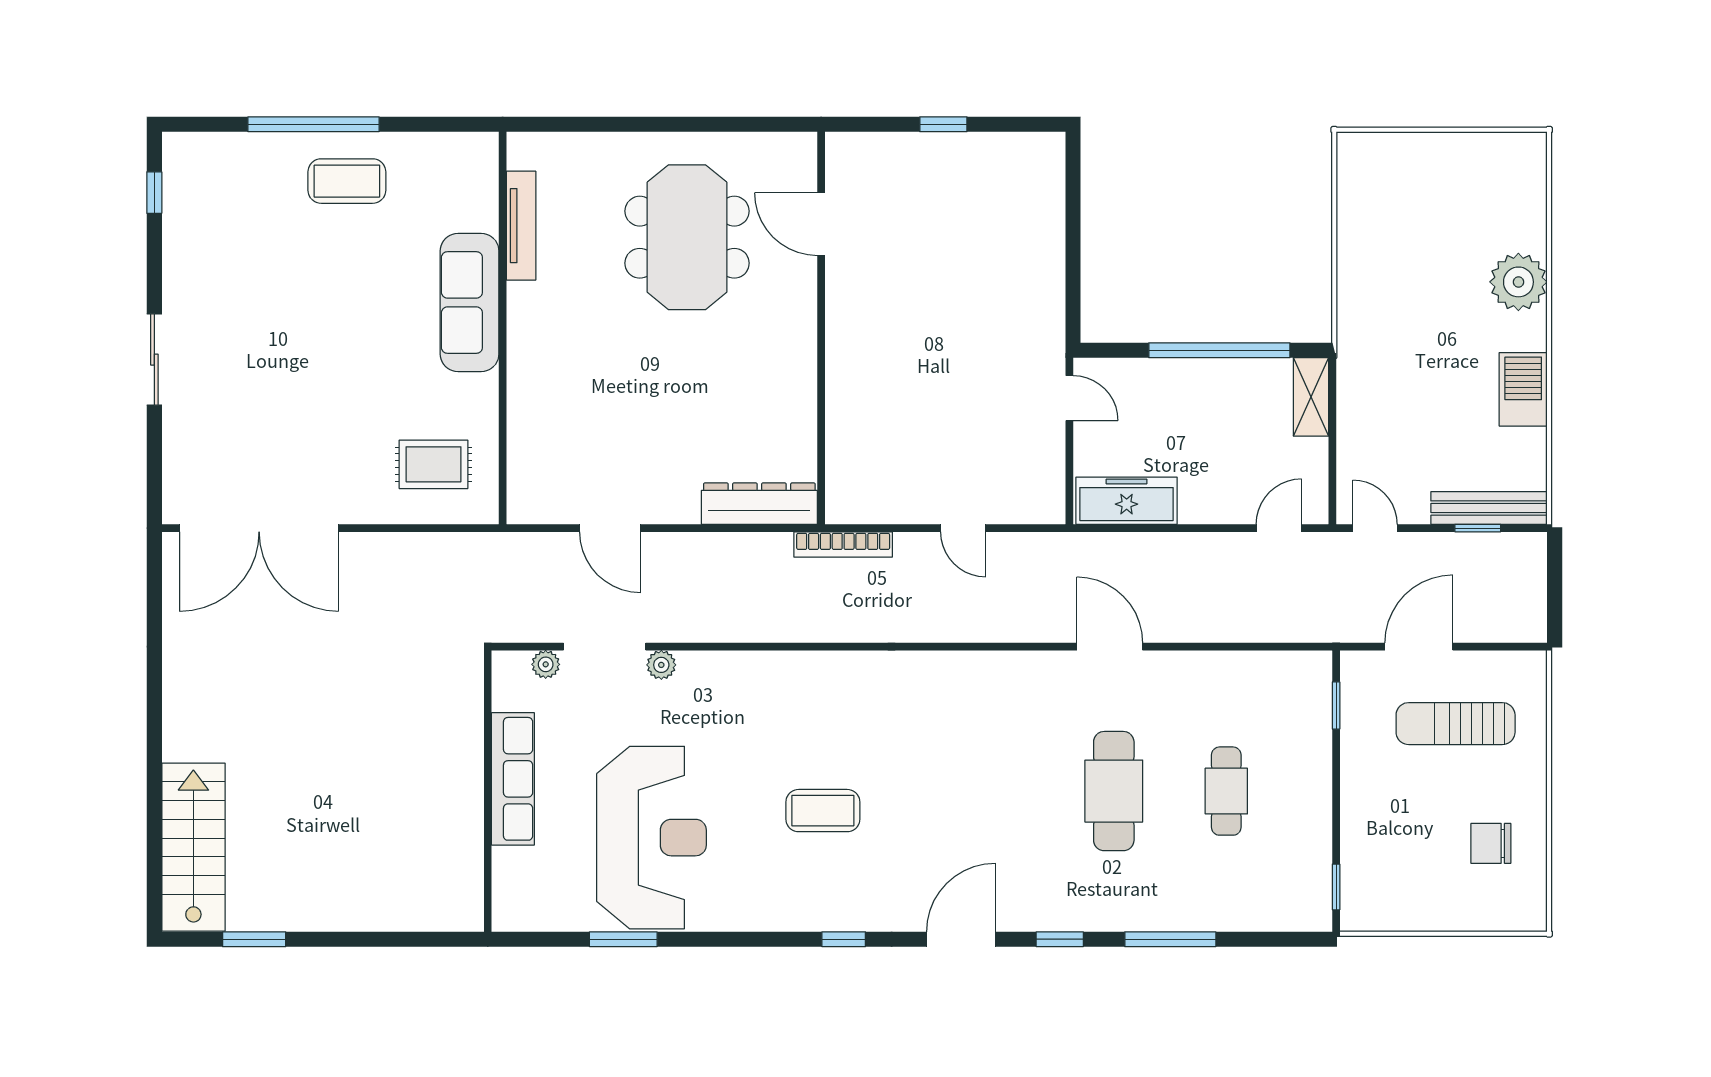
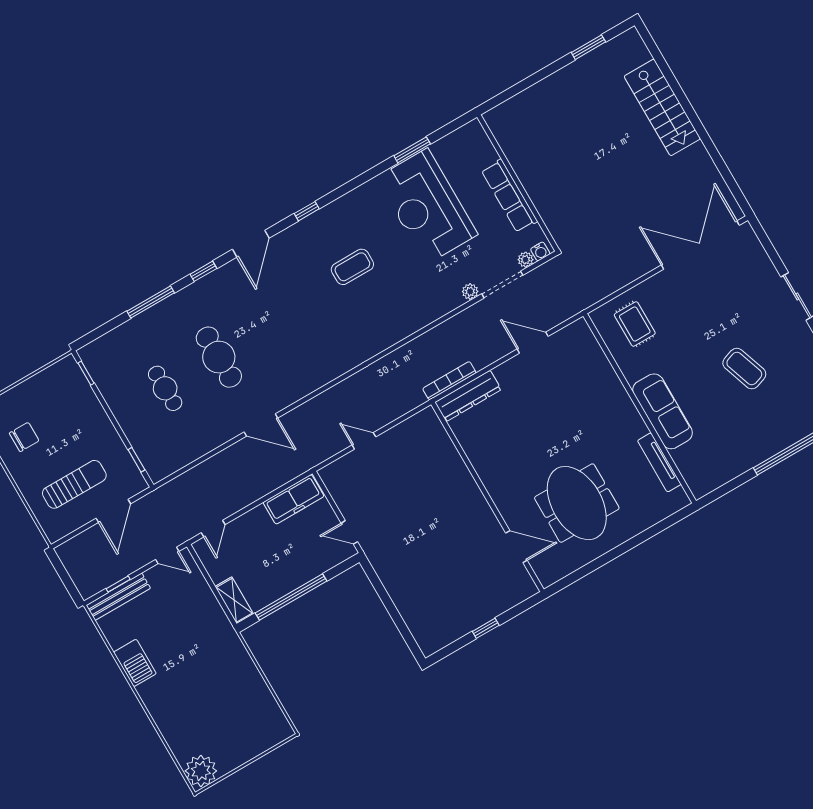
coffee table: (347, 181) -> (744, 369), moved, turned 71
plant: (1518, 282) -> (201, 771), moved
rug: (433, 464) -> (635, 324), turned 90
bookcase: (843, 544) -> (449, 381), moved
water cooler: (515, 664) -> (540, 251), added
stairs: (193, 847) -> (662, 107), moved

